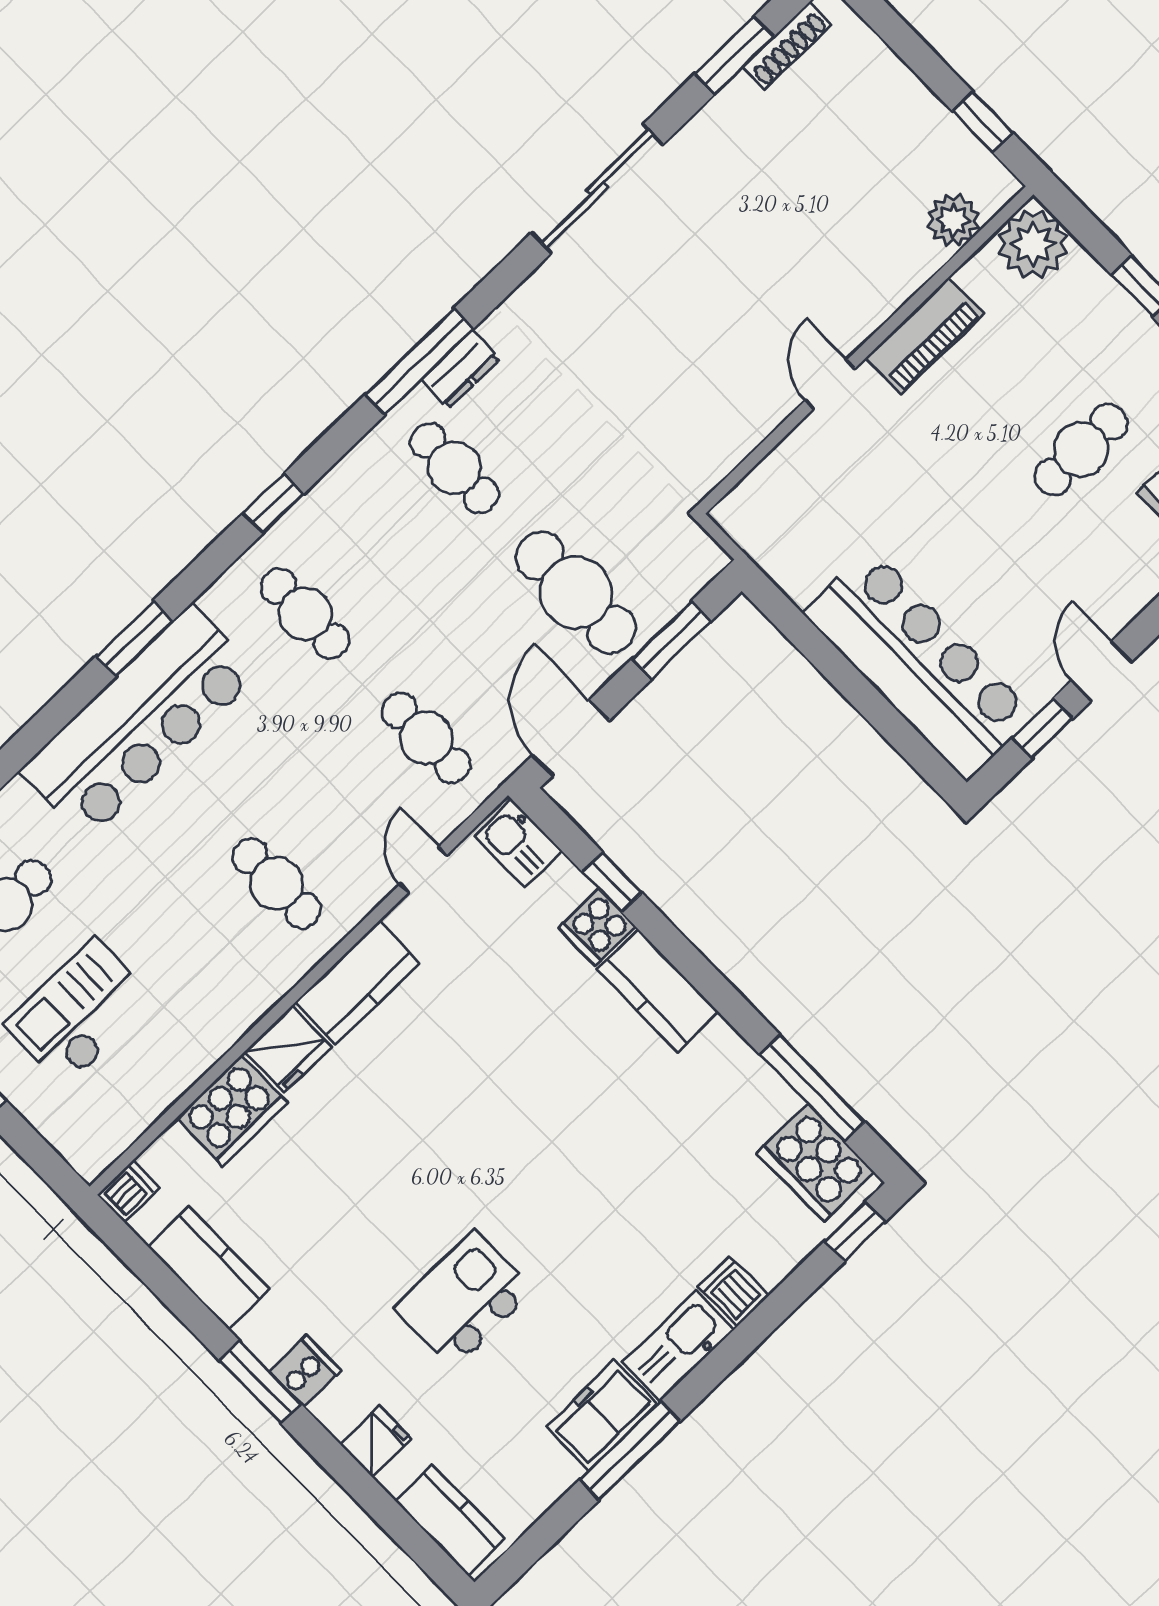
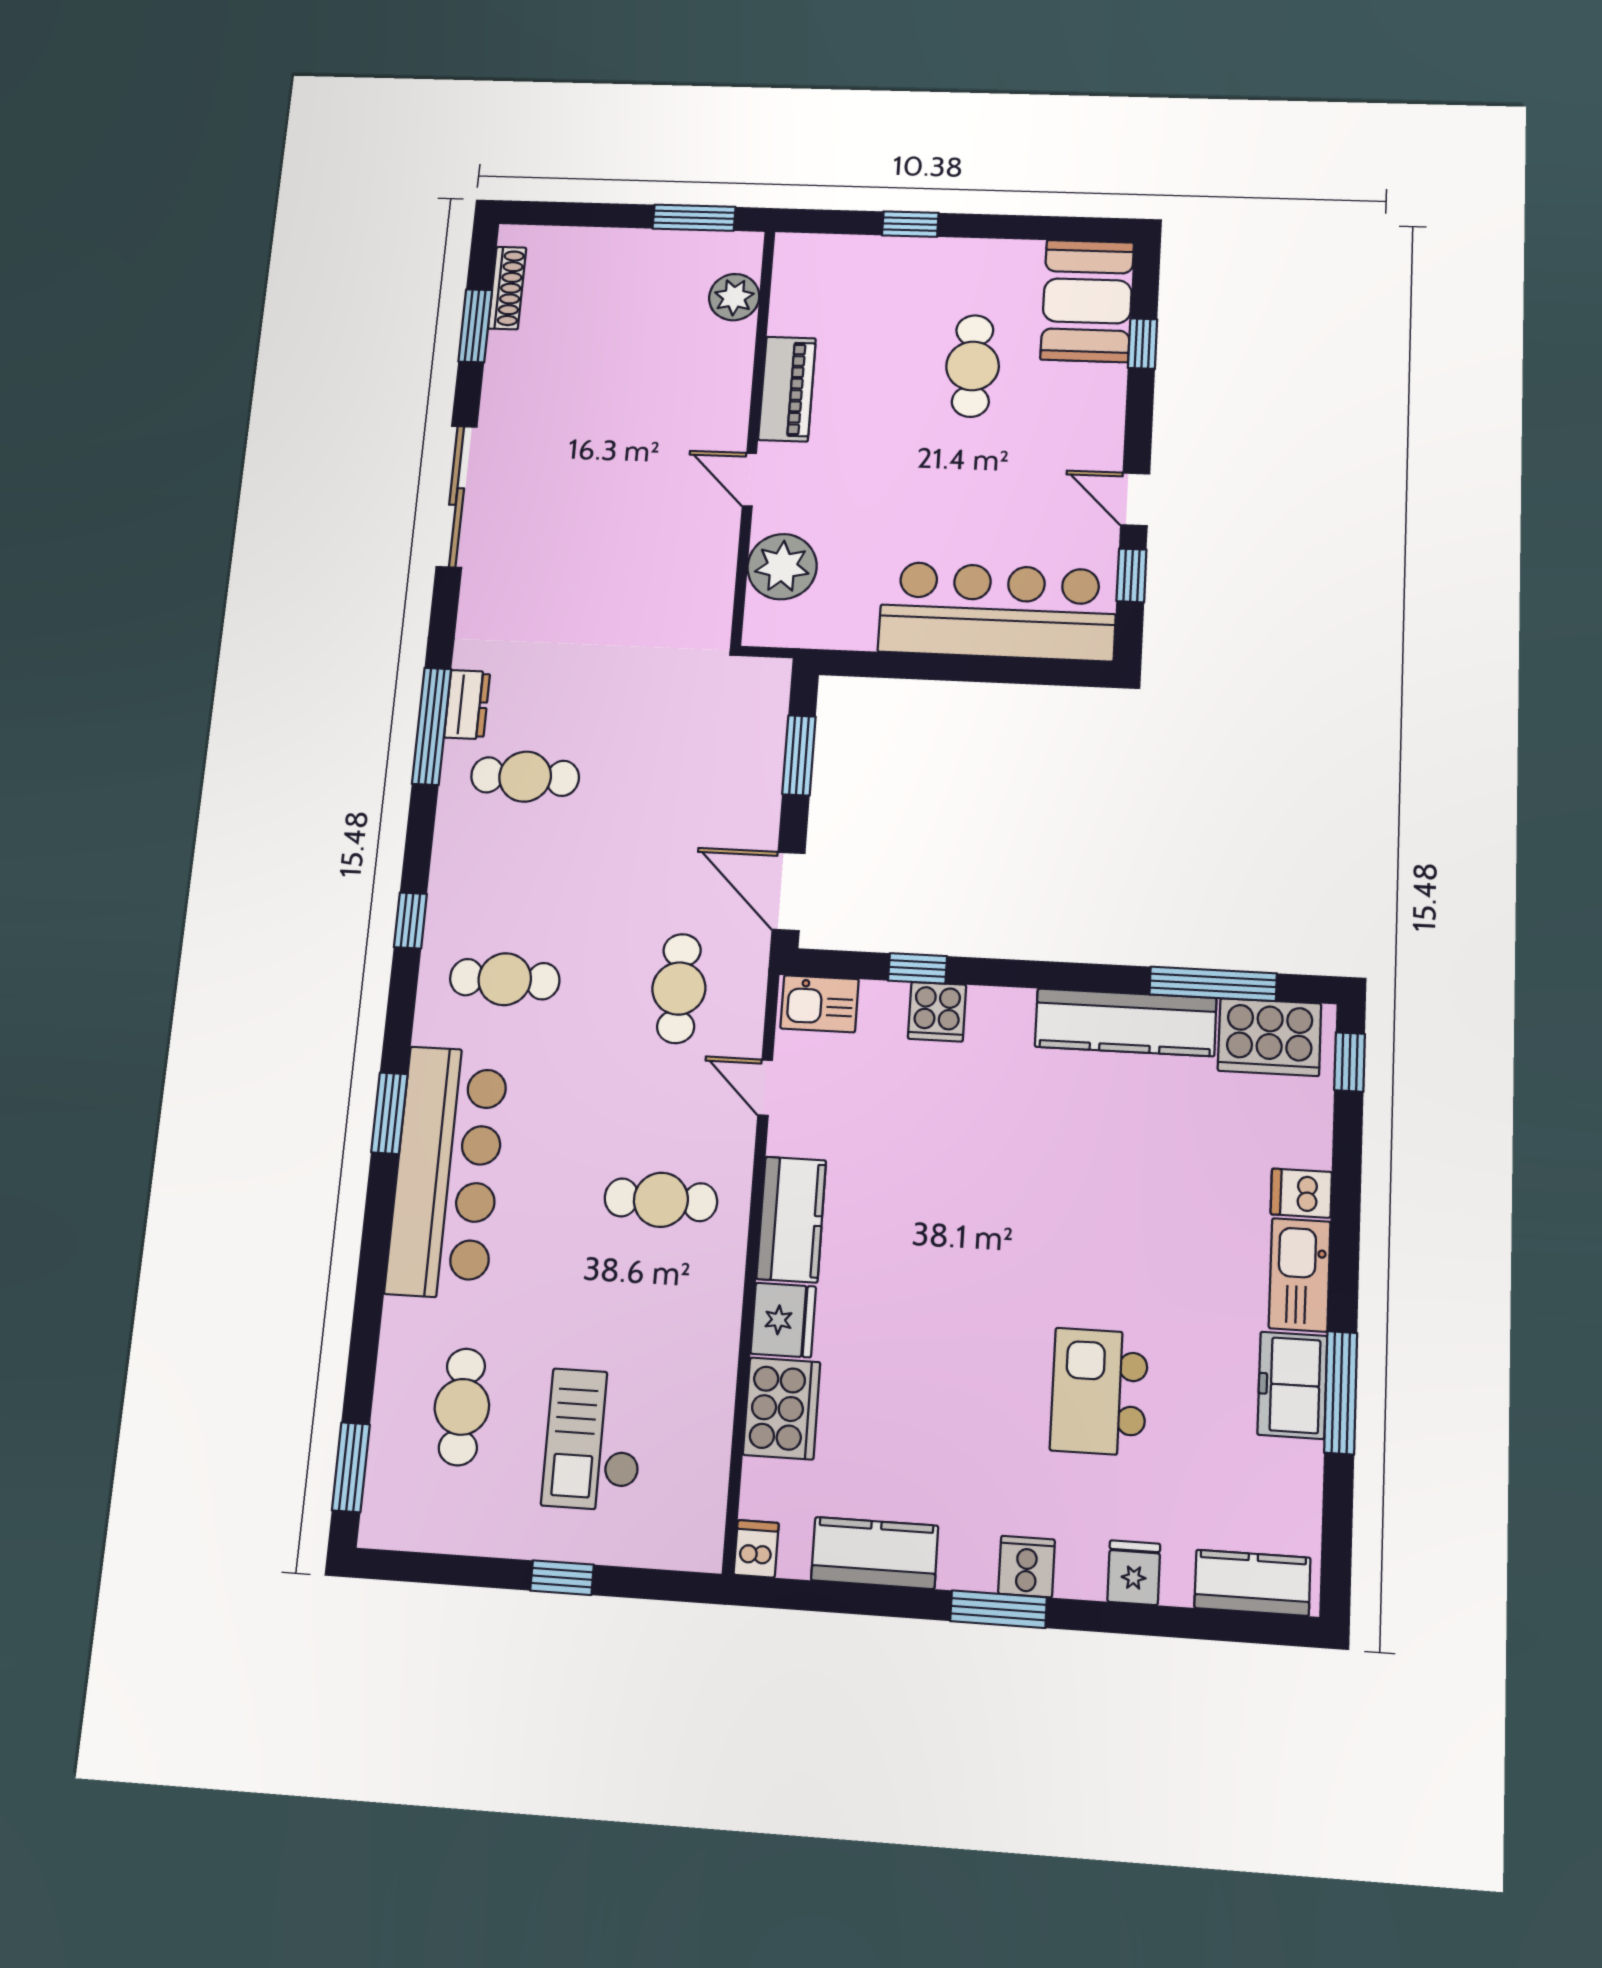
window: (983, 122) -> (694, 218), width x1.50
plant: (1033, 244) -> (782, 567), moved
cafe table: (576, 593) -> (696, 785), removed
cafe table: (426, 738) -> (679, 989), turned 90
kitchen counter: (658, 991) -> (1126, 1022), moved, width x1.50

